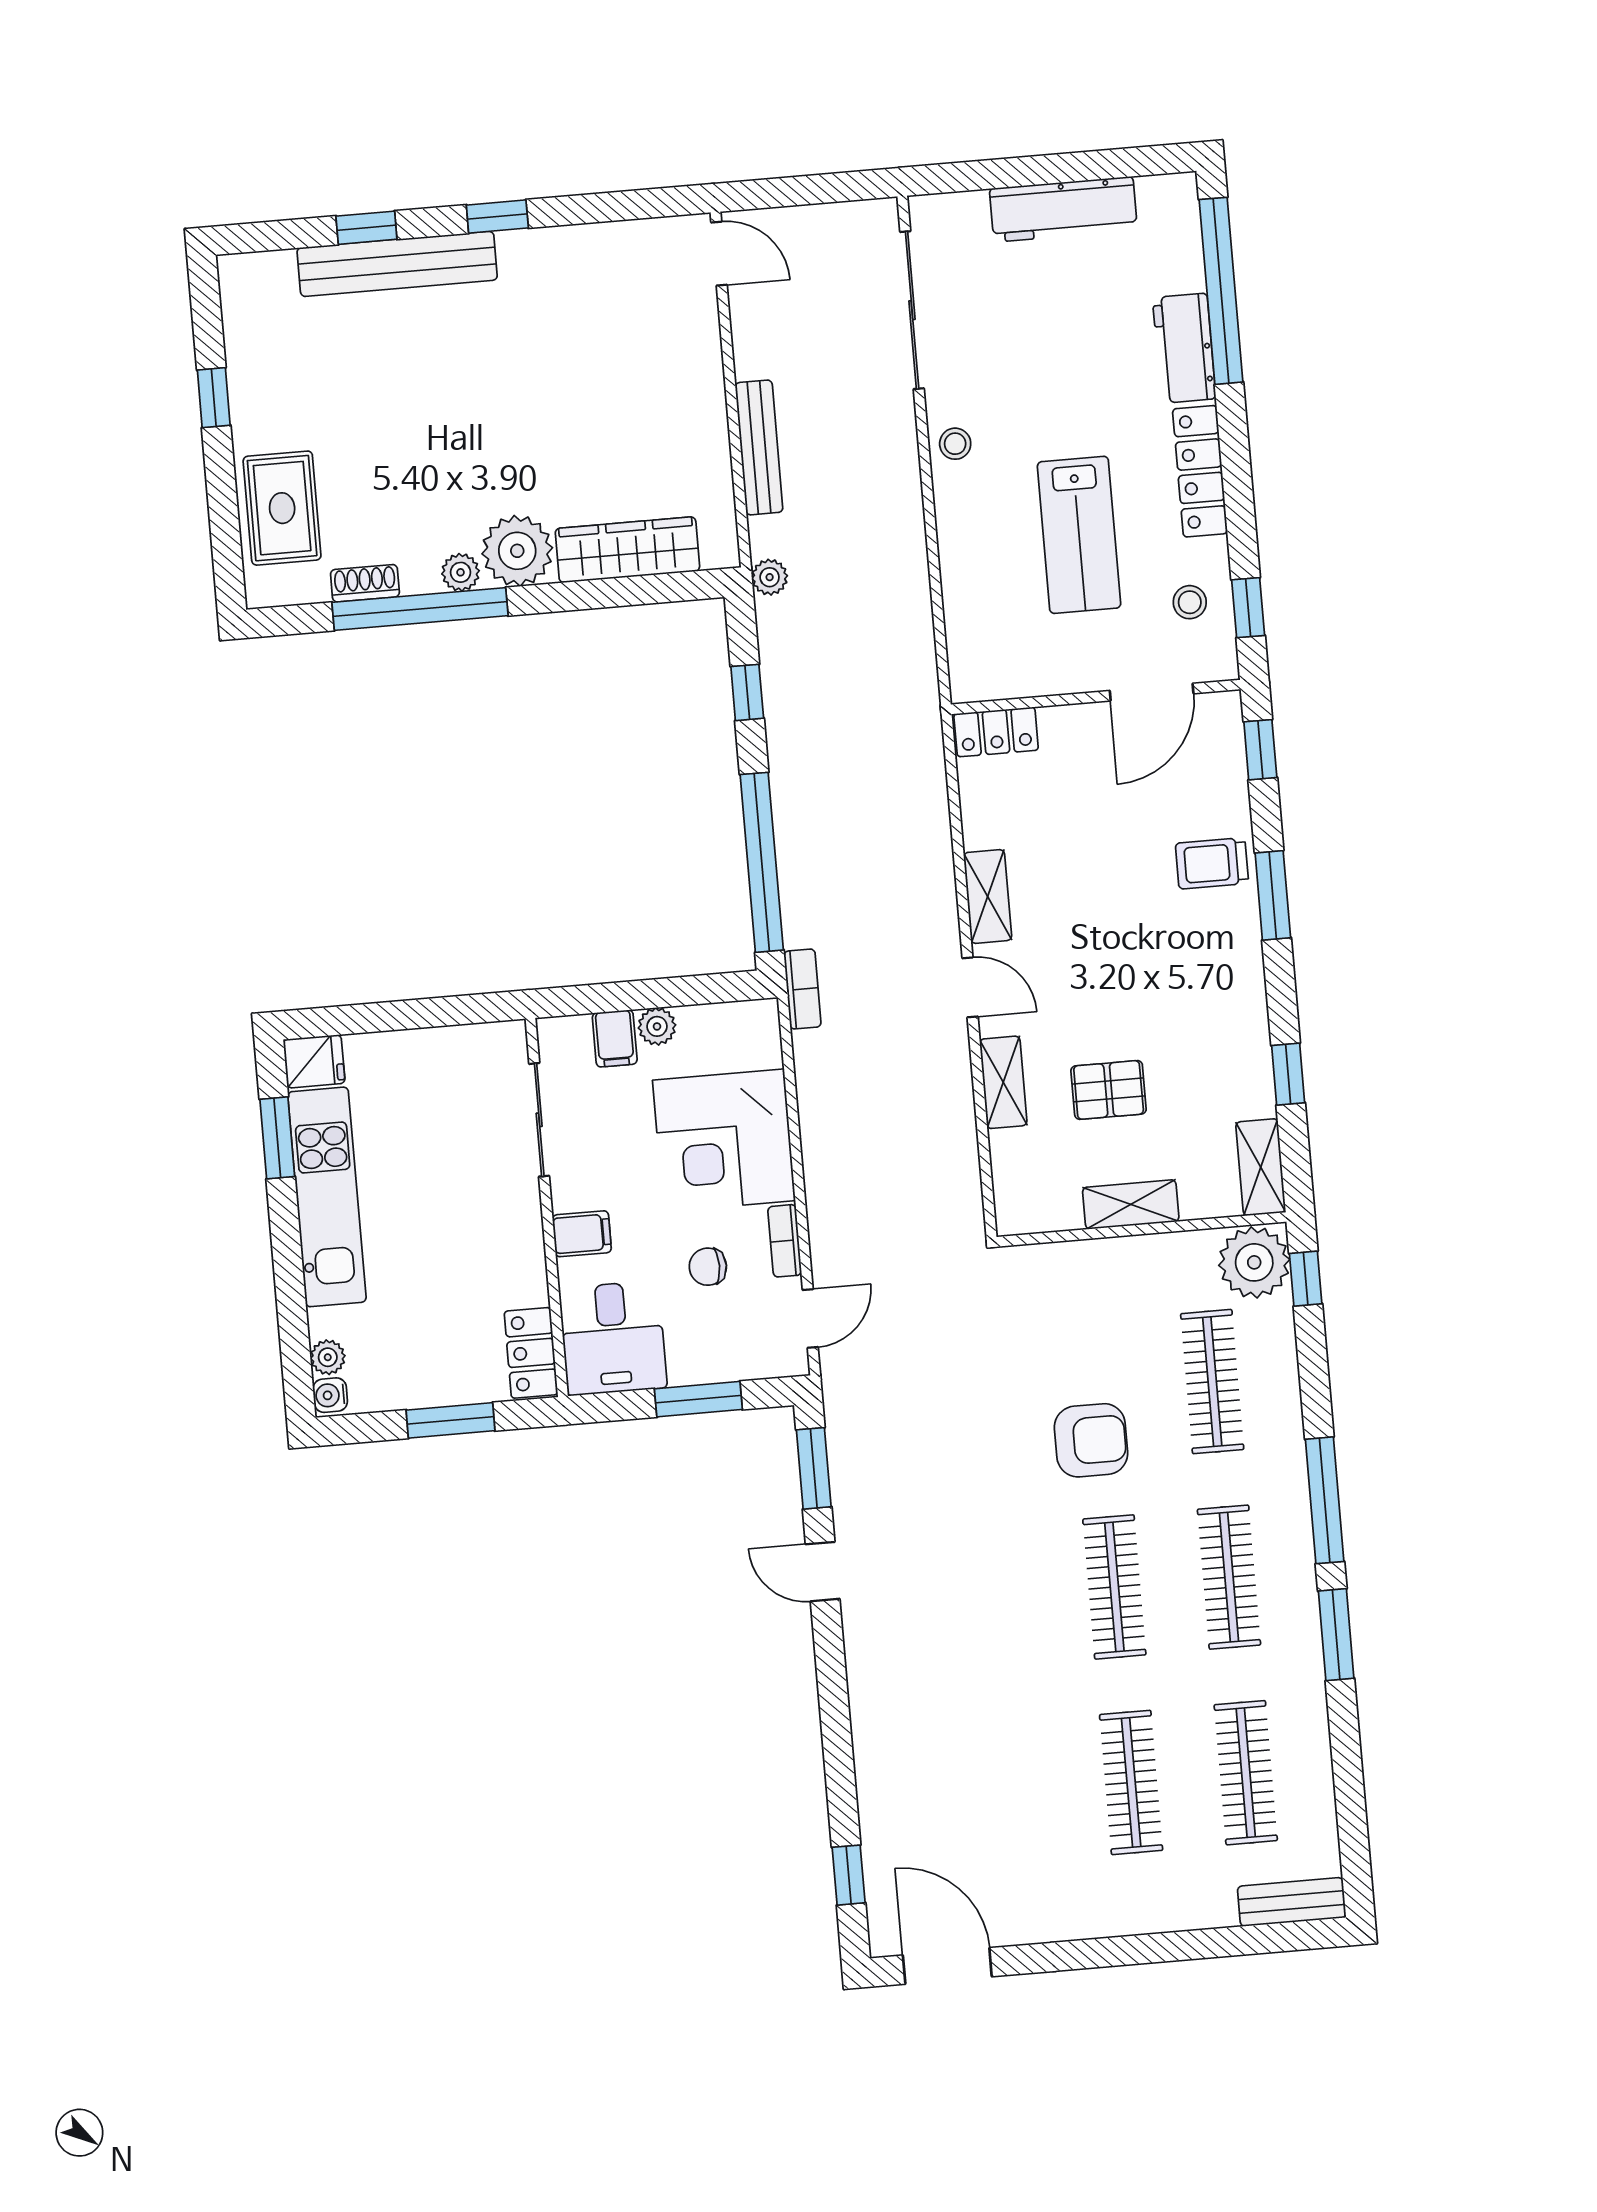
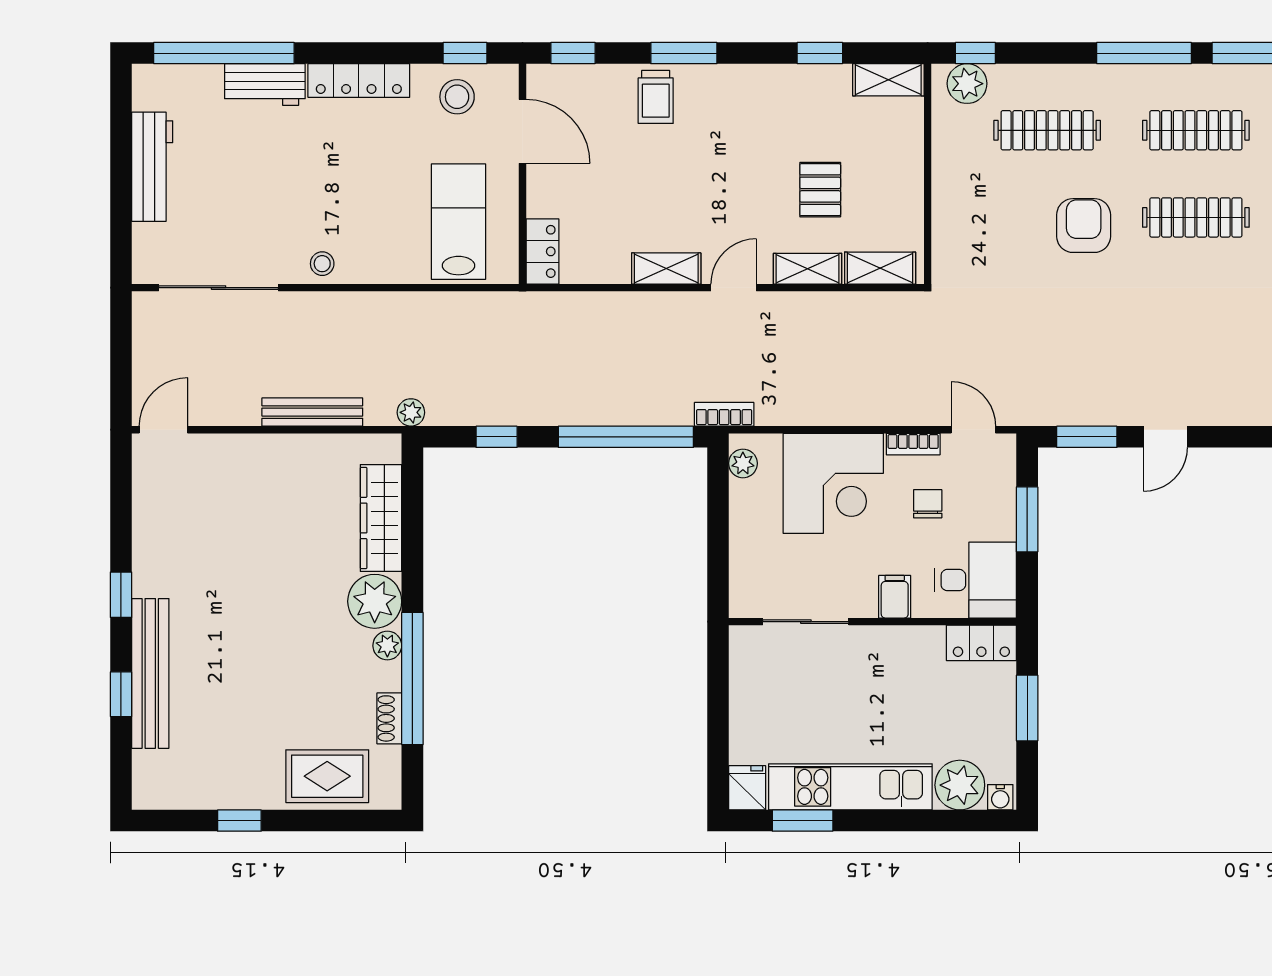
lab bench: (1079, 535) -> (459, 222), moved, turned -90
stool: (1190, 602) -> (457, 97), width x1.37, depth x1.37
plant: (657, 1026) -> (743, 463), moved
filing cabinet: (615, 1038) -> (749, 559), removed
shelving: (1131, 1204) -> (880, 268), moved, turned 90
plant: (1254, 1262) -> (967, 84), width x0.73, depth x0.73
chair: (708, 1267) -> (928, 504), turned 180
plant: (328, 1357) -> (960, 785), width x1.87, depth x1.87

